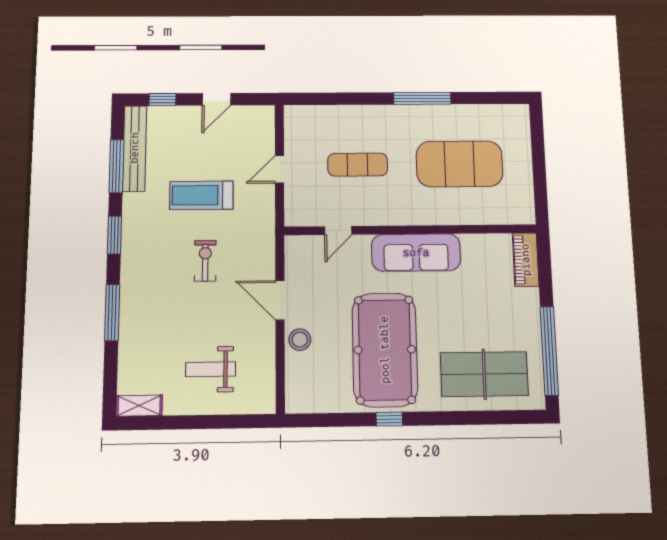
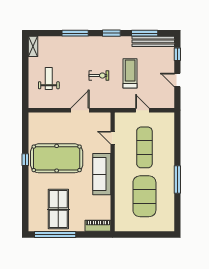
exercise mat: (358, 165) -> (144, 147), width x1.36, depth x1.45
stool: (300, 340) -> (62, 119), removed
table tennis table: (484, 374) -> (58, 209), moved

